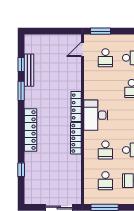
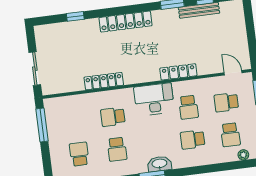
locker: (76, 106) -> (178, 72), moved
locker: (76, 138) -> (104, 81), moved
school desk: (105, 181) -> (188, 107), moved, turned -90

